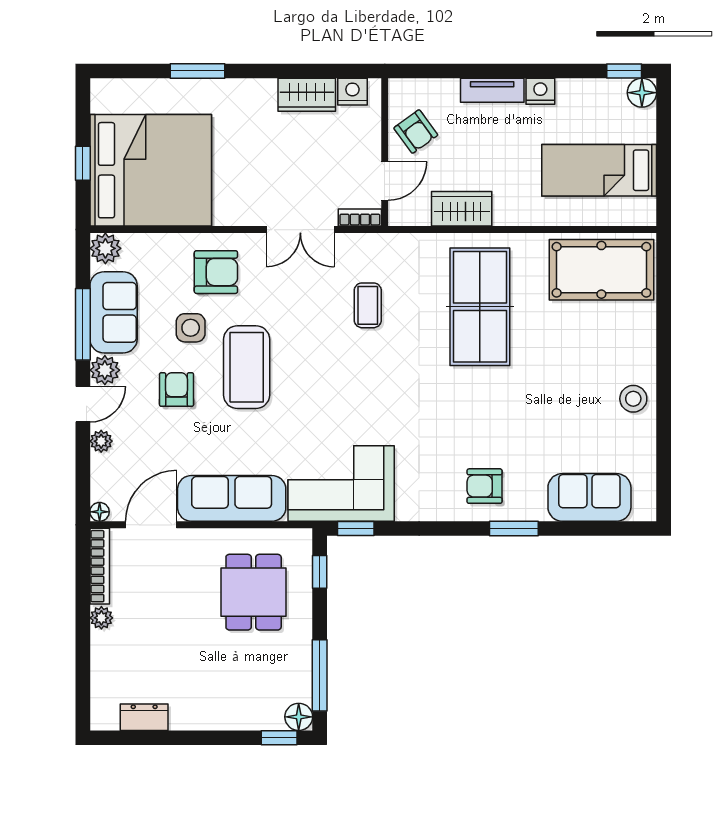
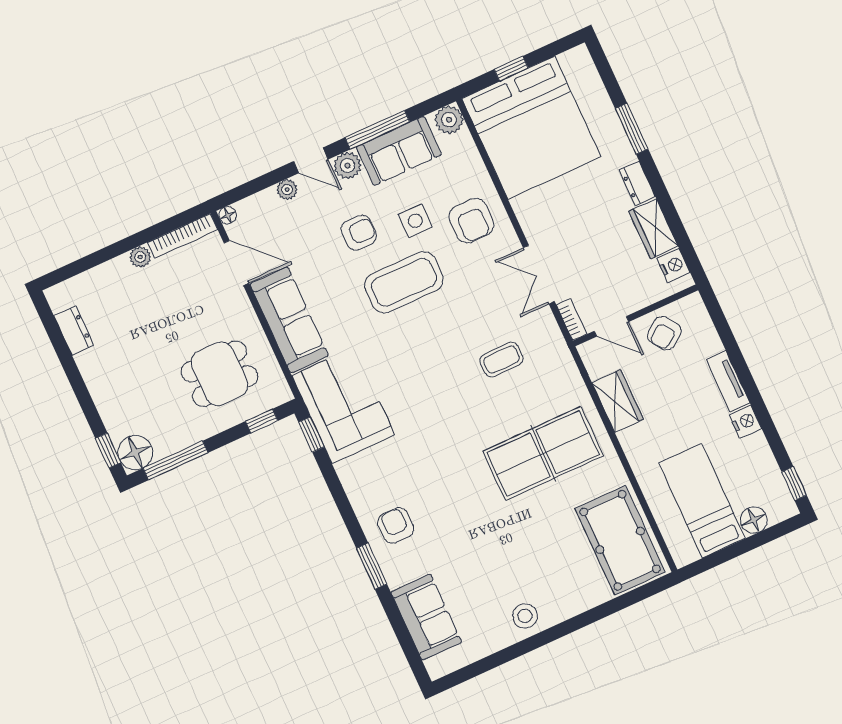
dresser: (254, 90) -> (637, 183), added
floor lamp: (642, 93) -> (754, 520), moved
floor lamp: (299, 717) -> (135, 453), width x1.38, depth x1.38

